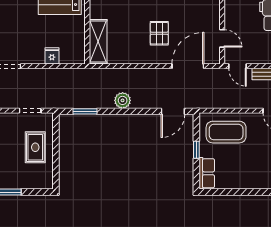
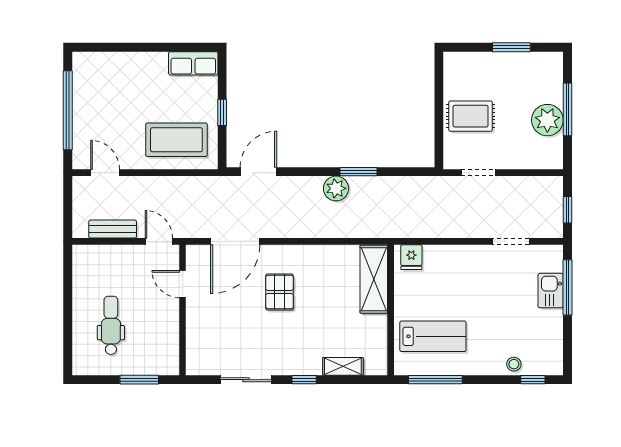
fridge: (52, 56) -> (411, 257), moved
window: (85, 111) -> (358, 172), moved
rug: (35, 147) -> (471, 116), turned 90
row of seats: (207, 173) -> (193, 63), moved, turned -90

